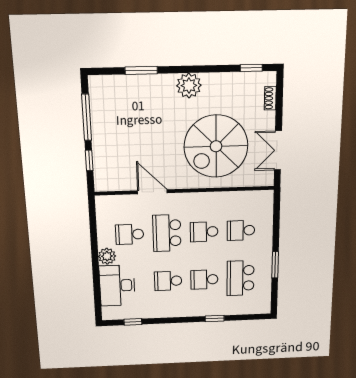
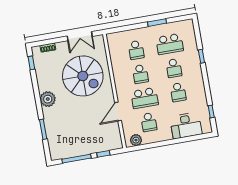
plant: (107, 256) -> (136, 140), moved

